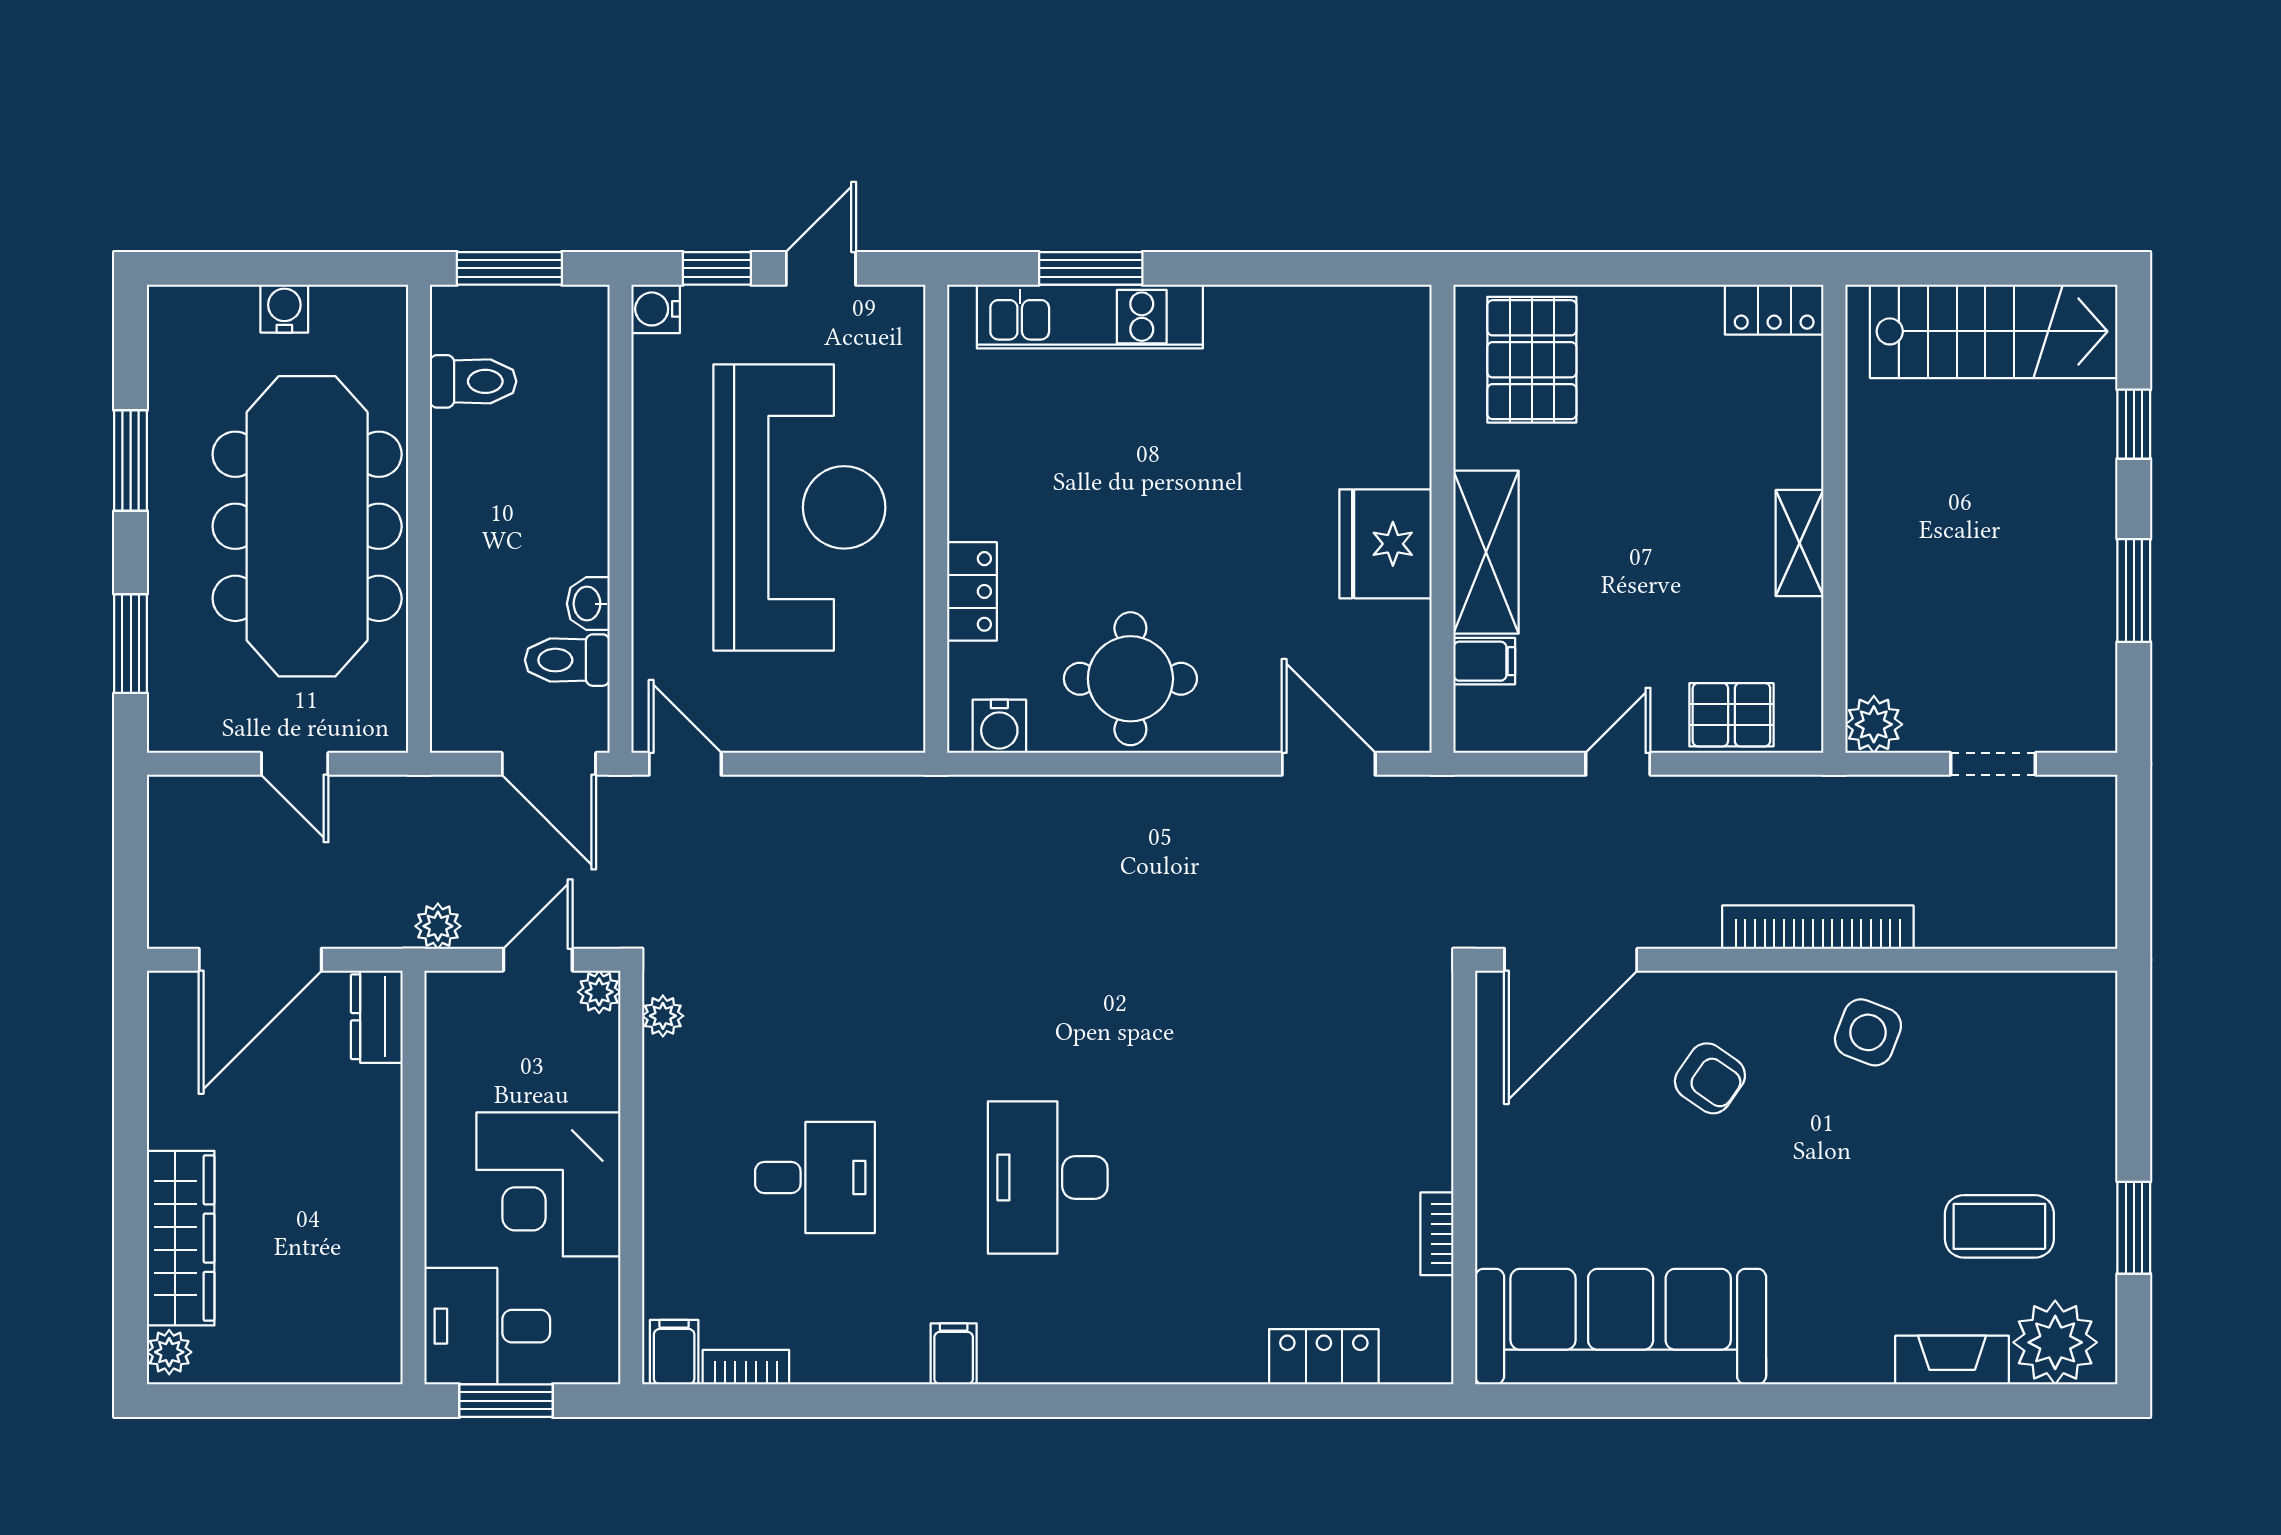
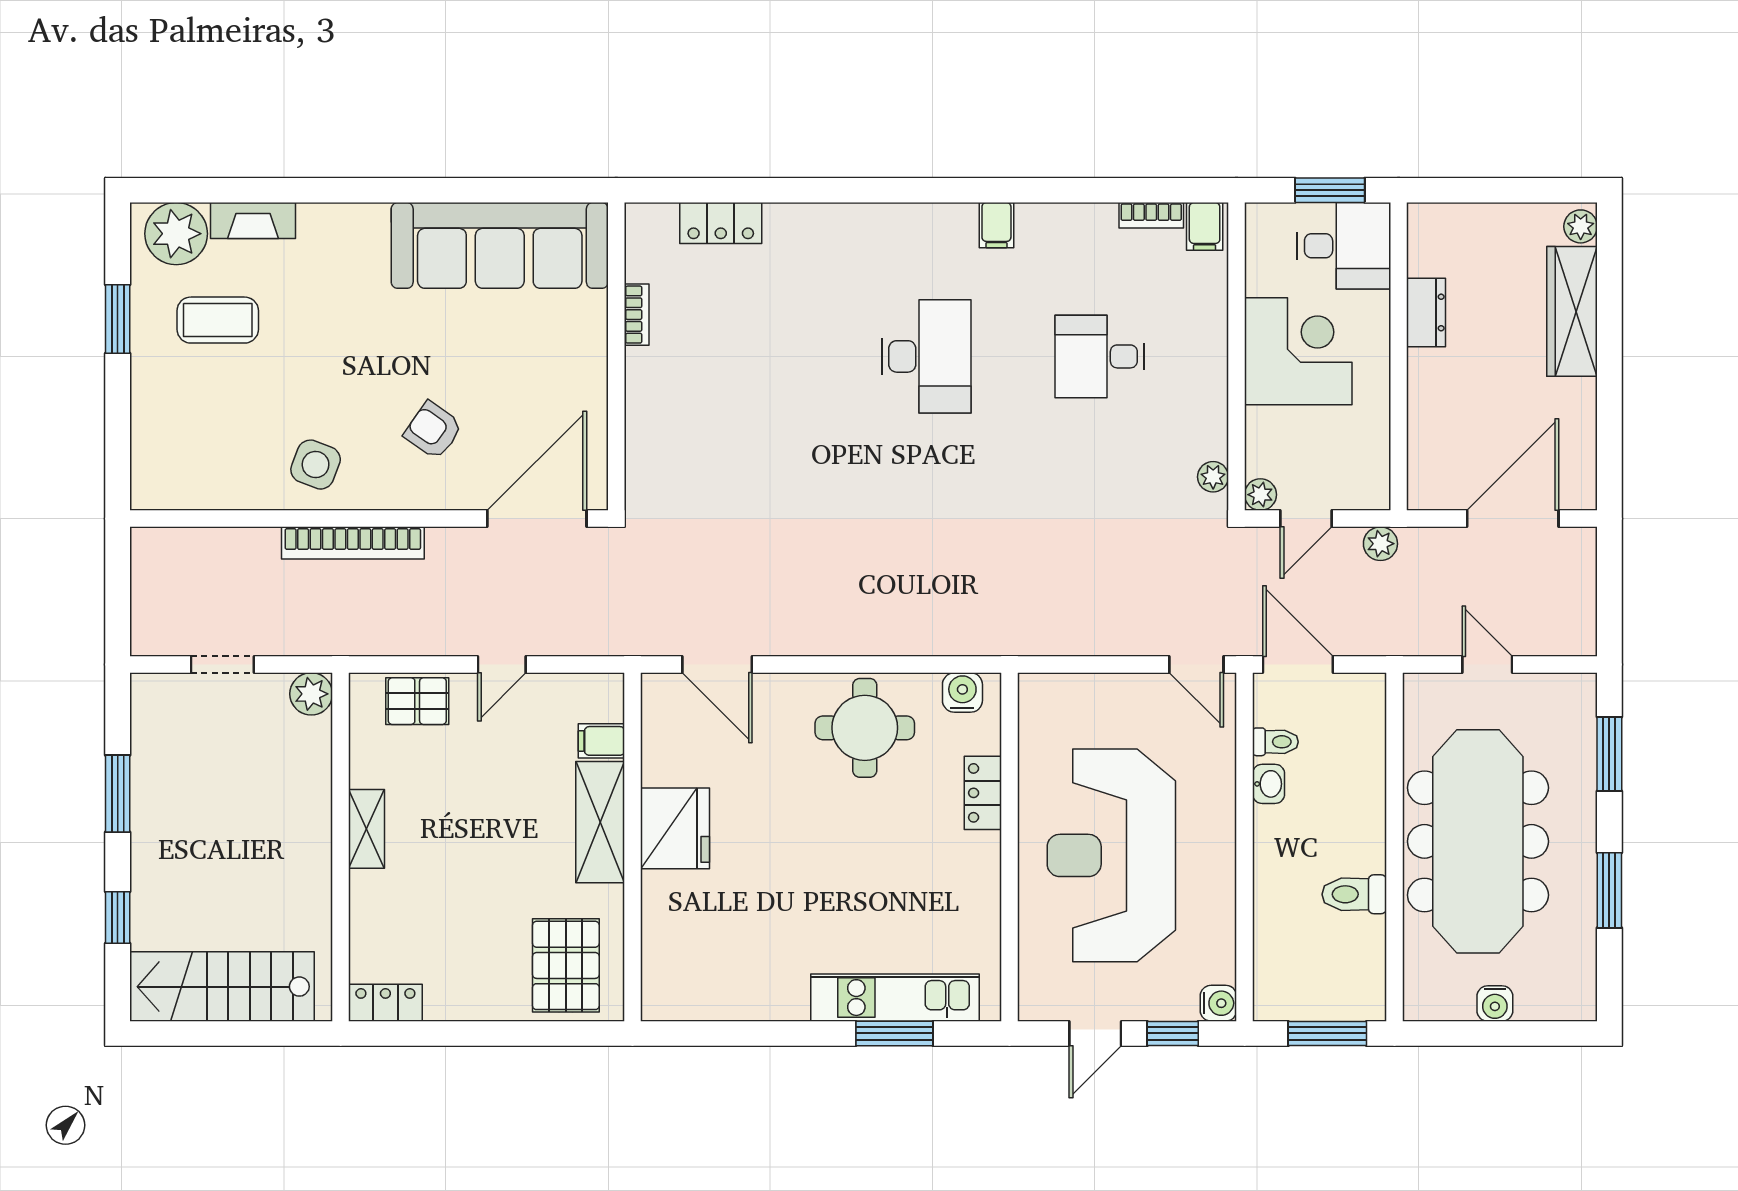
toilet: (473, 381) -> (1354, 894), moved
toilet: (567, 660) -> (1275, 742), width x0.73, depth x0.72
dresser: (377, 1017) -> (1426, 312), moved

